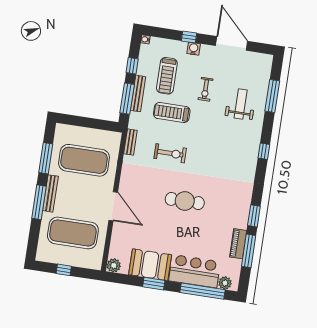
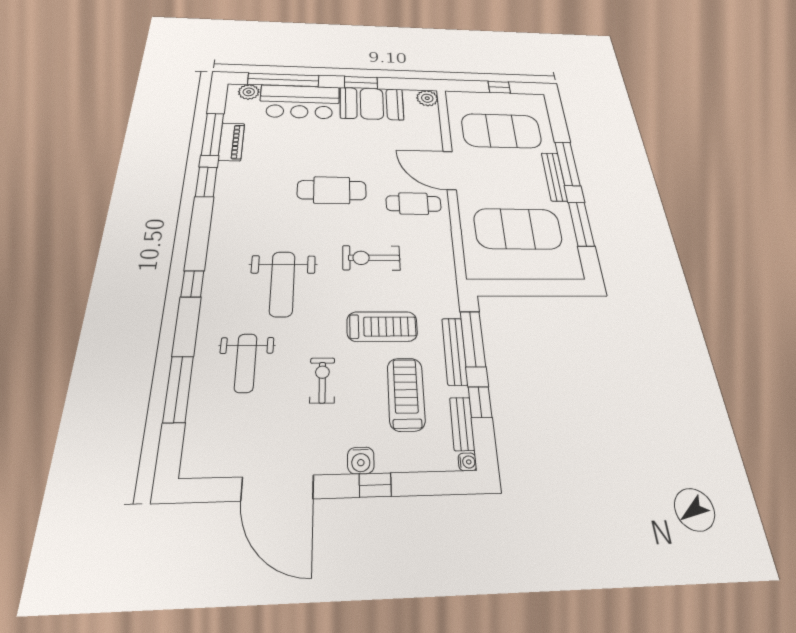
bench: (130, 142) -> (462, 424), moved
weight bench: (219, 145) -> (282, 284), added
cafe table: (140, 185) -> (414, 204), added

